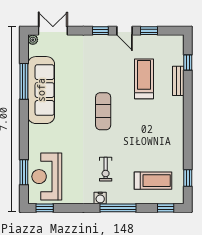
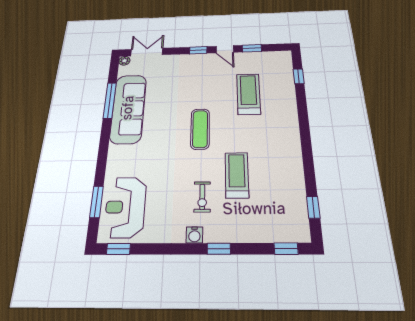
bench: (178, 81) -> (289, 95), removed
treadmill: (153, 181) -> (237, 175), moved, turned -90
window: (118, 208) -> (219, 249), width x0.46

